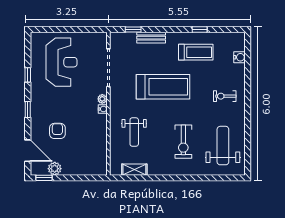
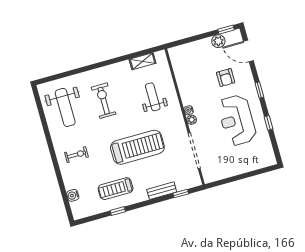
reception desk: (62, 62) -> (237, 120), moved
treadmill: (163, 87) -> (137, 147), turned 180

